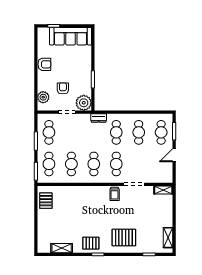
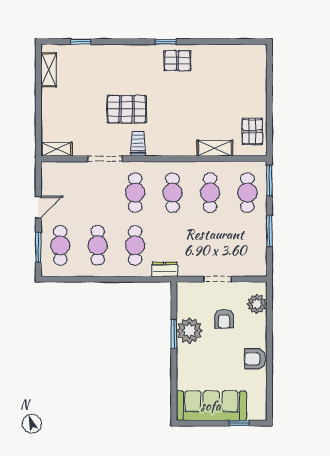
plant: (84, 103) -> (189, 331), moved
cafe table: (49, 132) -> (247, 245), removed
pallet: (124, 237) -> (127, 109), moved
shelving: (62, 248) -> (215, 148), moved

